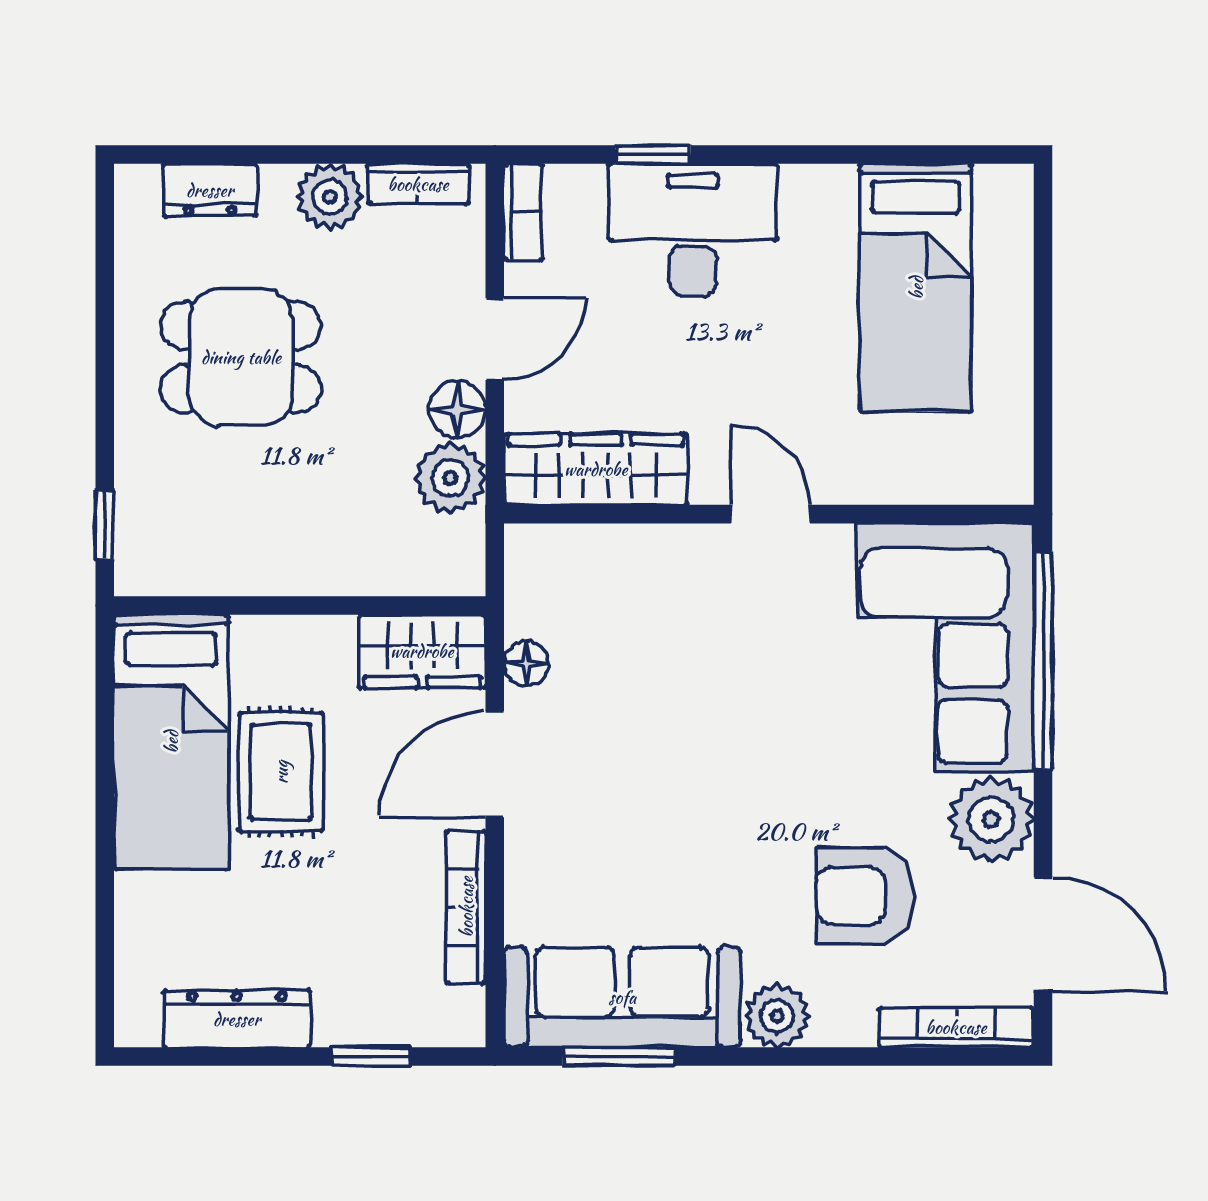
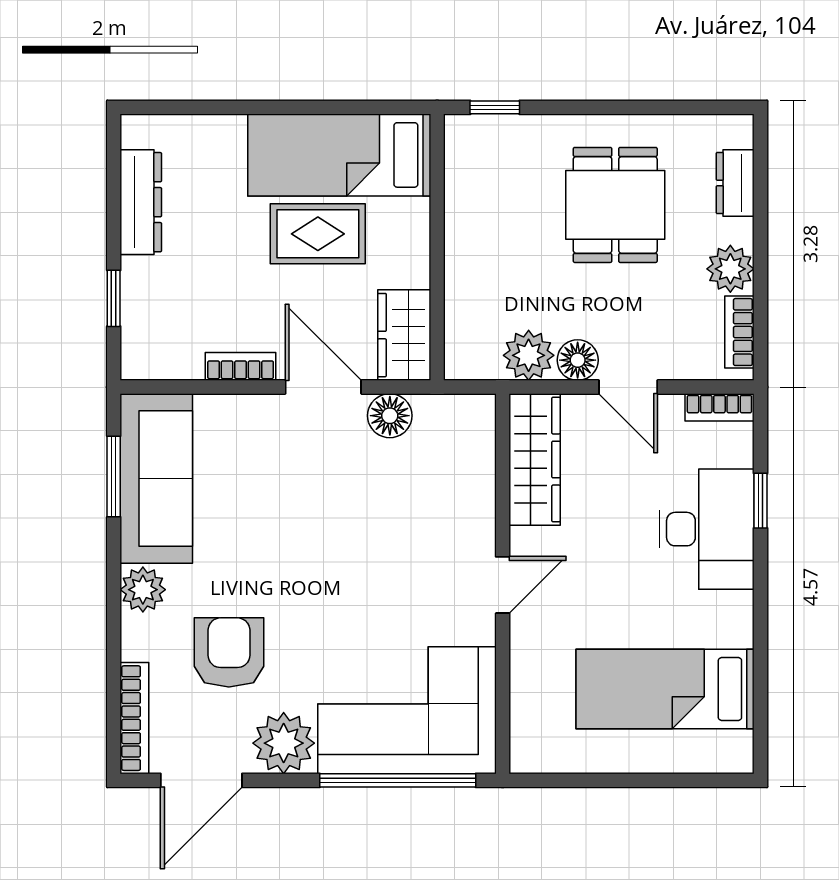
floor lamp: (526, 663) -> (390, 416), width x1.37, depth x1.37
bookcase: (466, 907) -> (241, 366), width x0.64

